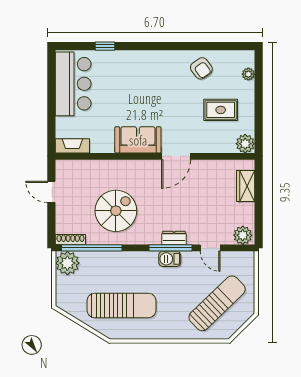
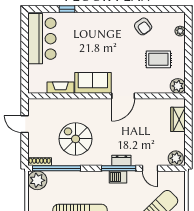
fireplace: (72, 146) -> (60, 88), moved
spiral stairs: (116, 211) -> (76, 139), turned -90

